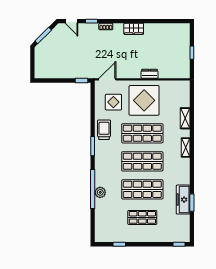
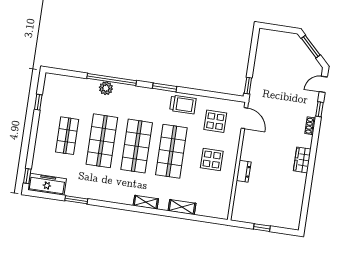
display table: (144, 100) -> (212, 159), width x0.54, depth x0.54
freezer: (183, 200) -> (47, 184), moved

